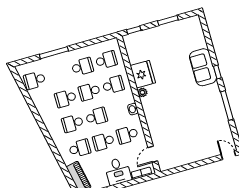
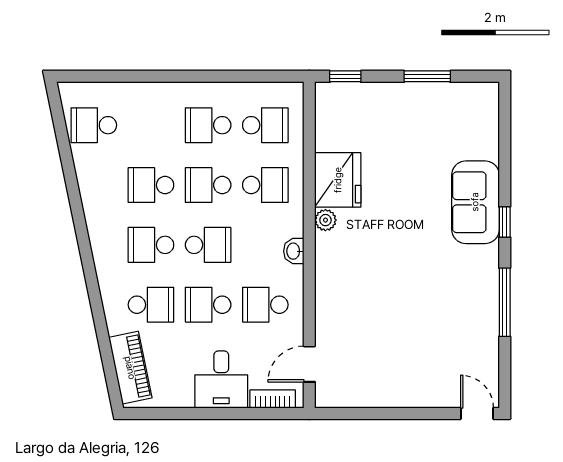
window: (54, 53) -> (154, 76), removed
school desk: (82, 67) -> (208, 125), turned 180

